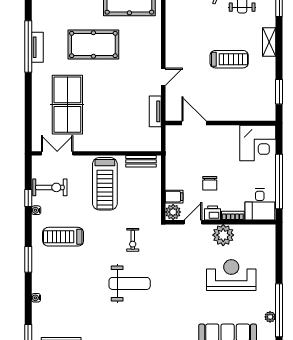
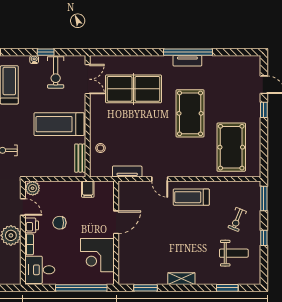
shelving: (269, 42) -> (181, 279), moved
treadmill: (229, 59) -> (191, 197), moved, turned 90
door: (194, 123) -> (116, 222), moved
stool: (130, 140) -> (100, 148), added
corner desk: (258, 143) -> (97, 255), moved
window: (279, 181) -> (81, 288), moved
filing cabinet: (174, 197) -> (88, 189), moved

